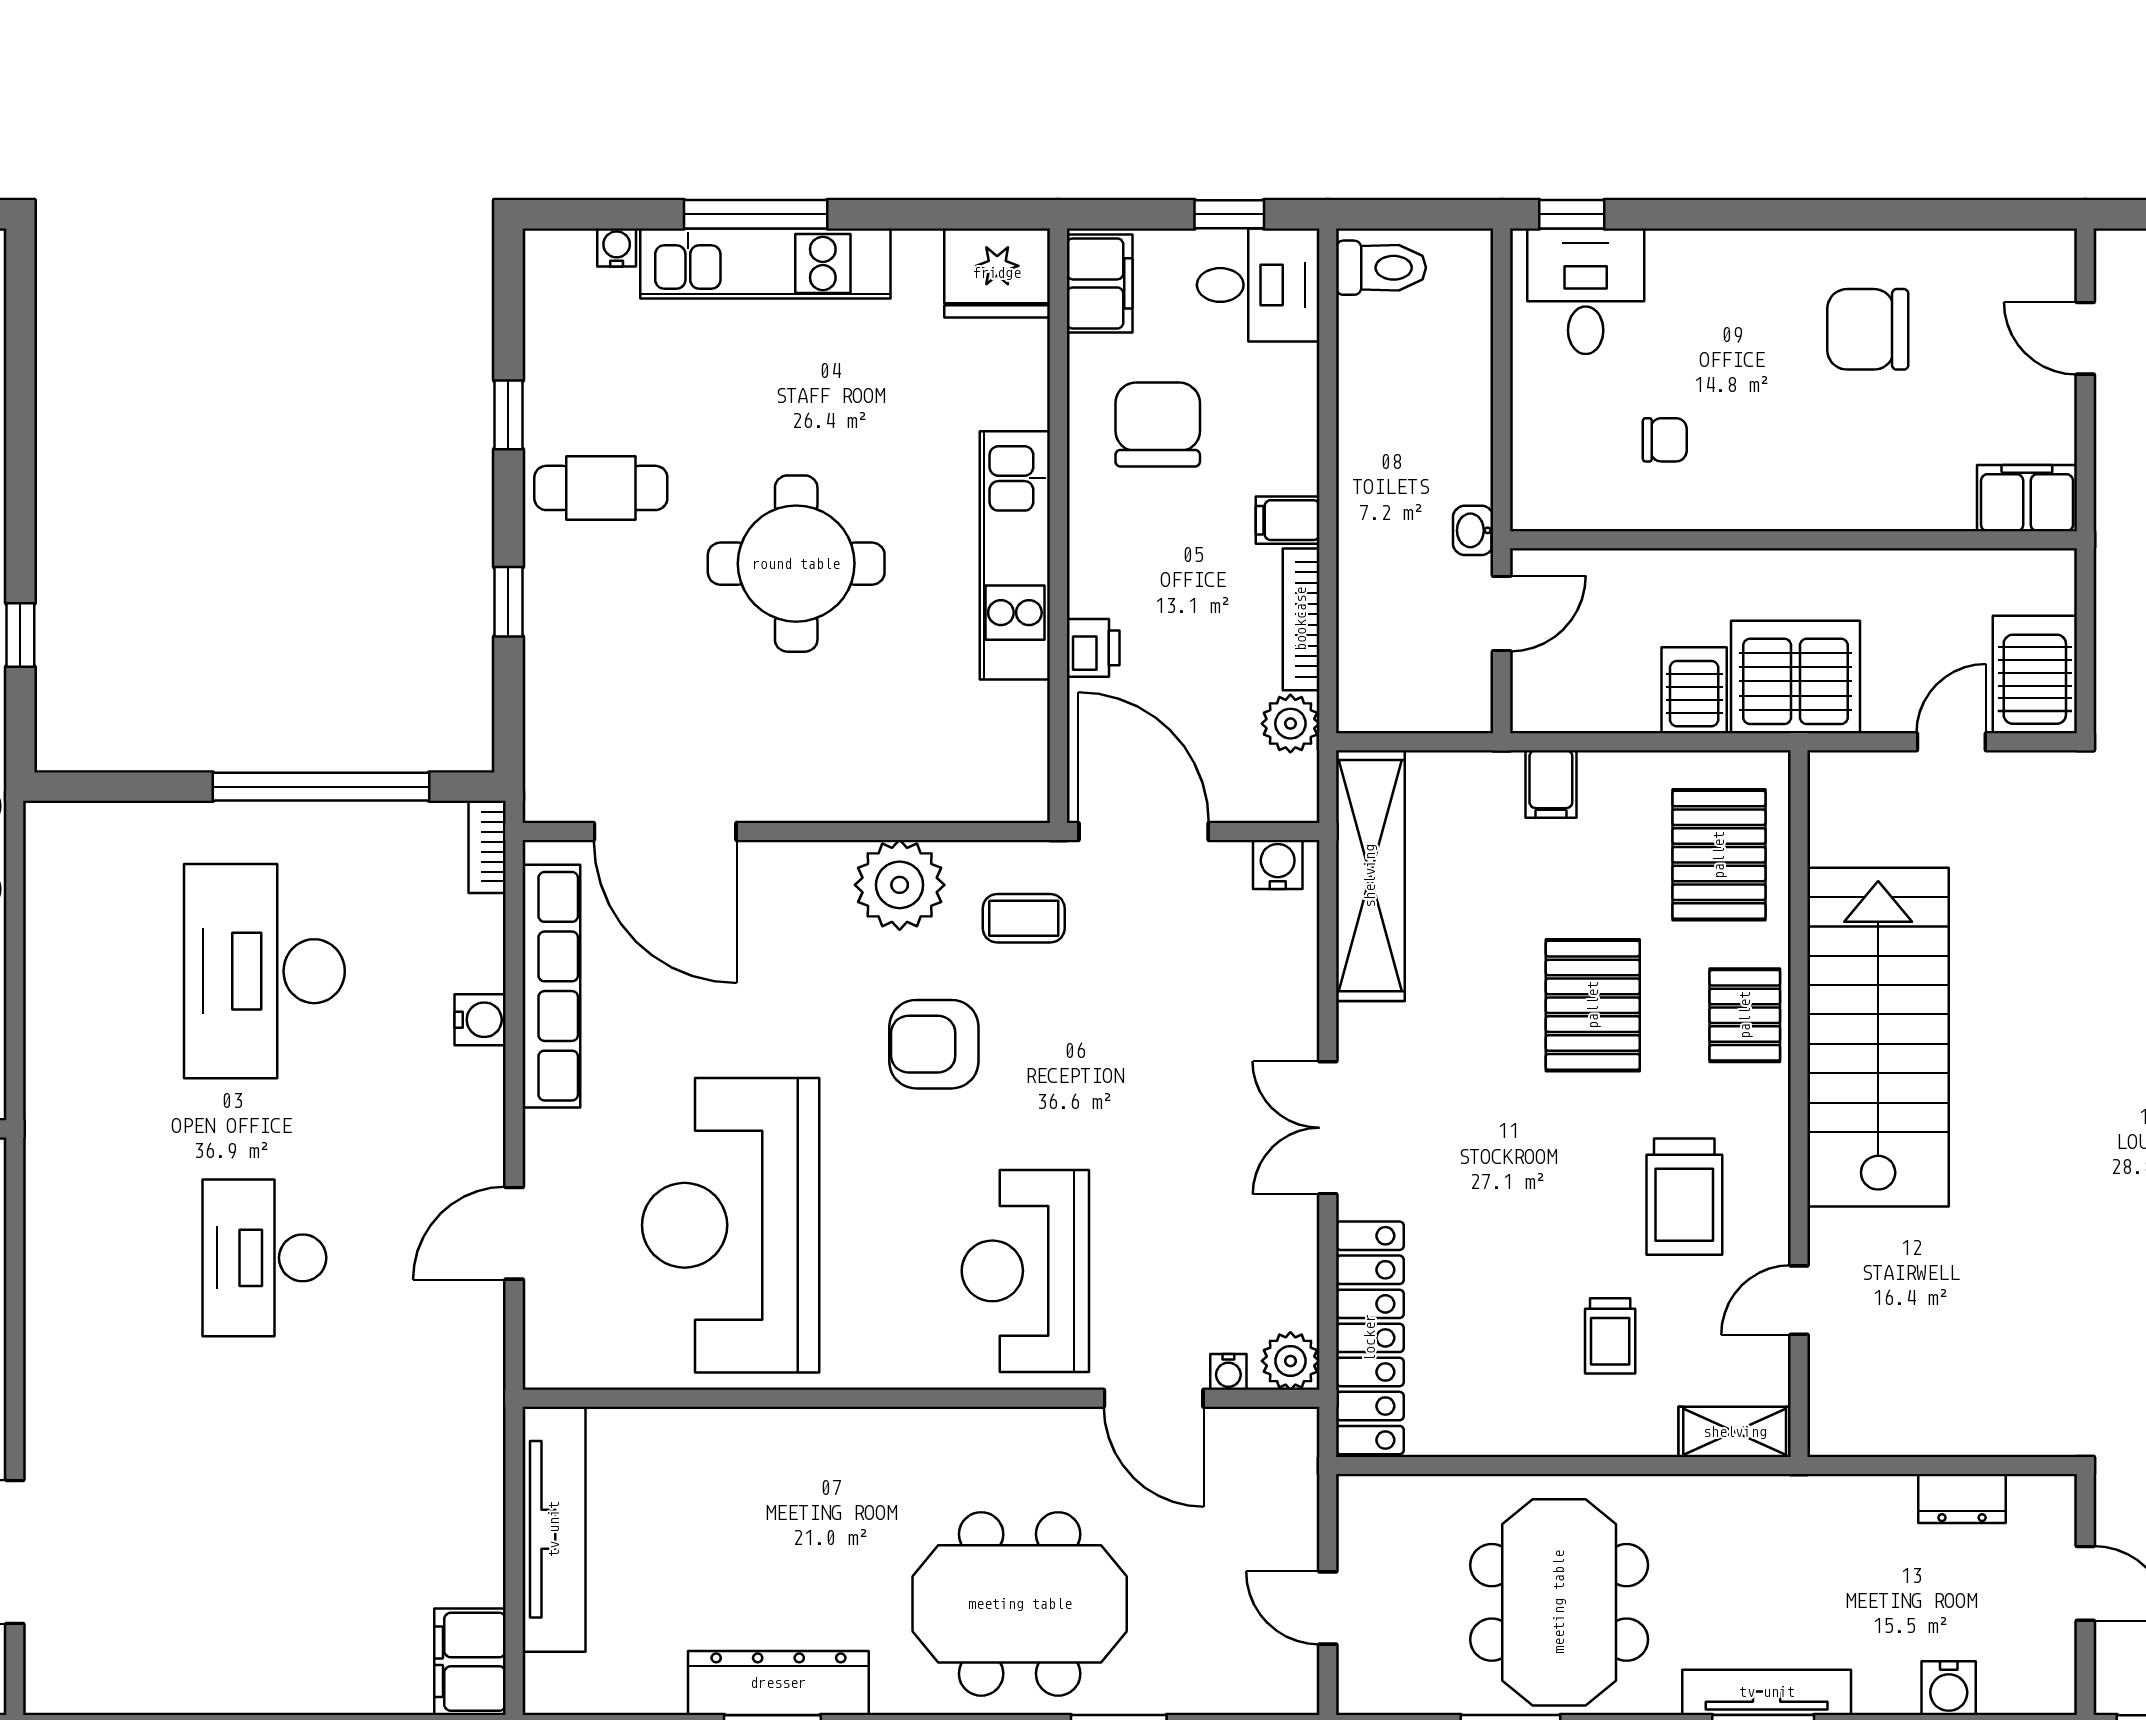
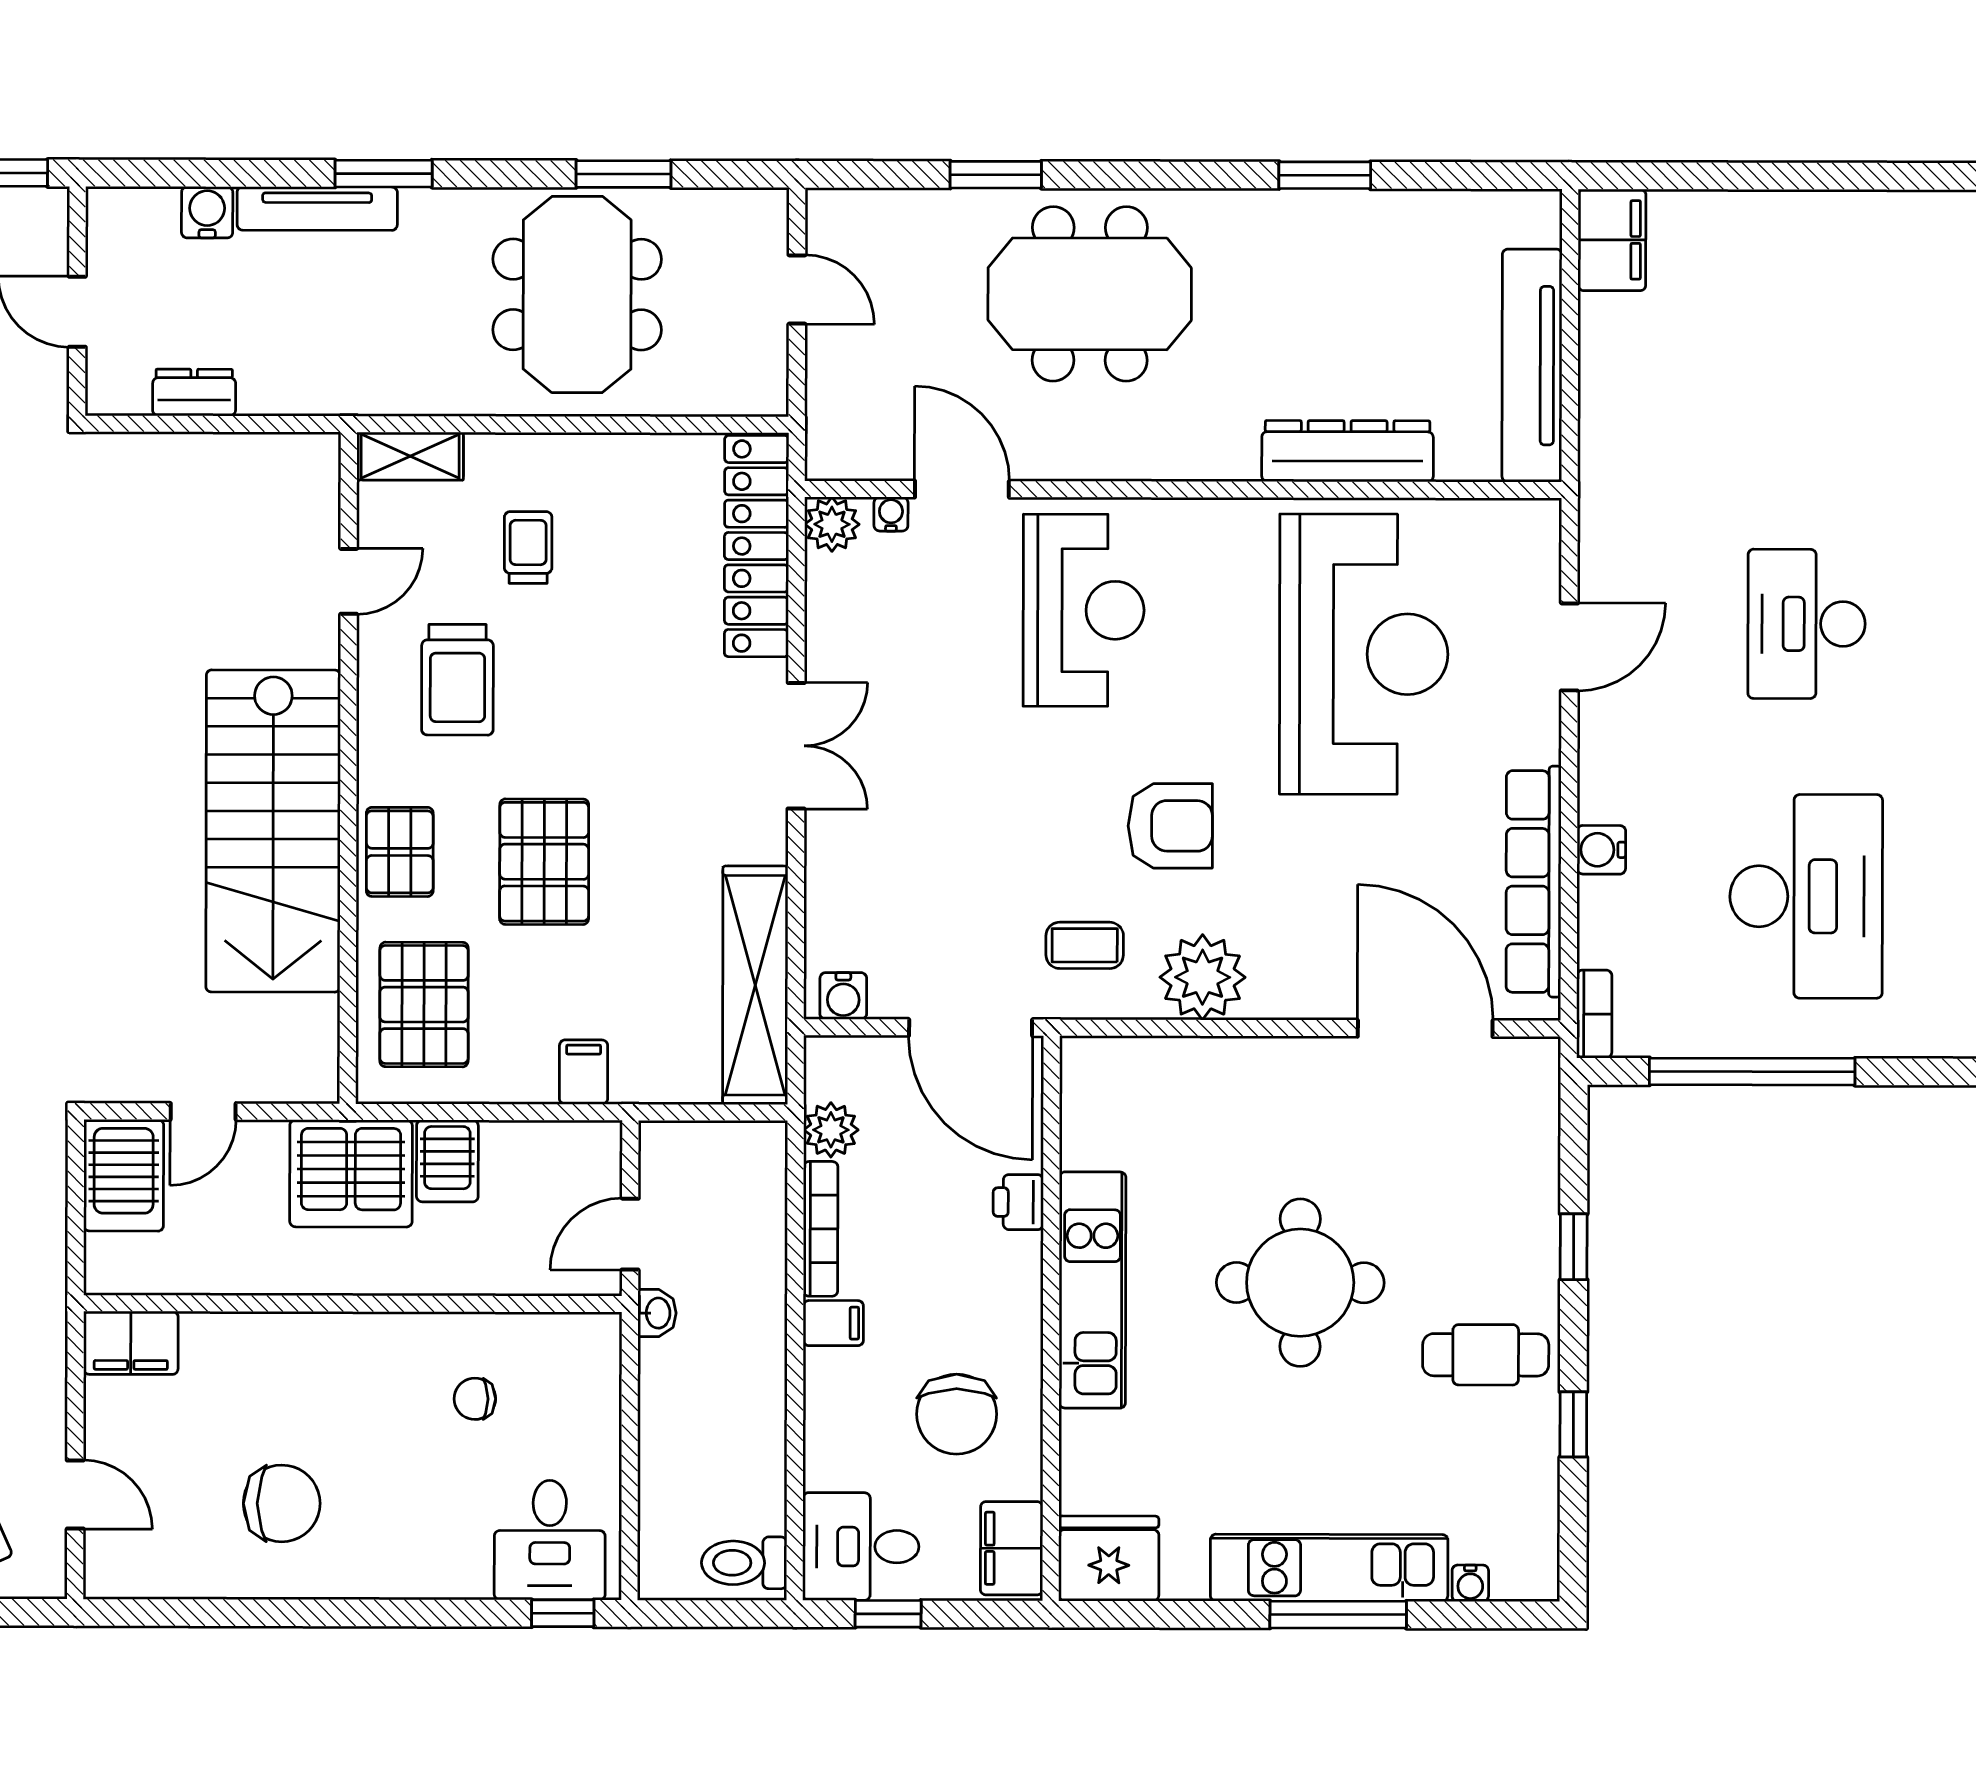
trolley: (1684, 1197) -> (457, 680), turned 180
desk: (264, 1258) -> (1807, 624), turned 180
dresser: (778, 1683) -> (1348, 451), moved, turned 180
tv unit: (1767, 1692) -> (317, 209), moved

